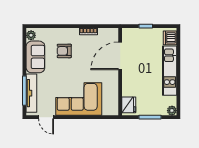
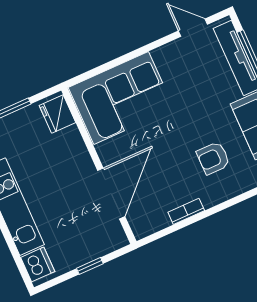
armchair: (64, 51) -> (213, 158), turned 180
corner sofa: (79, 99) -> (121, 98), moved

